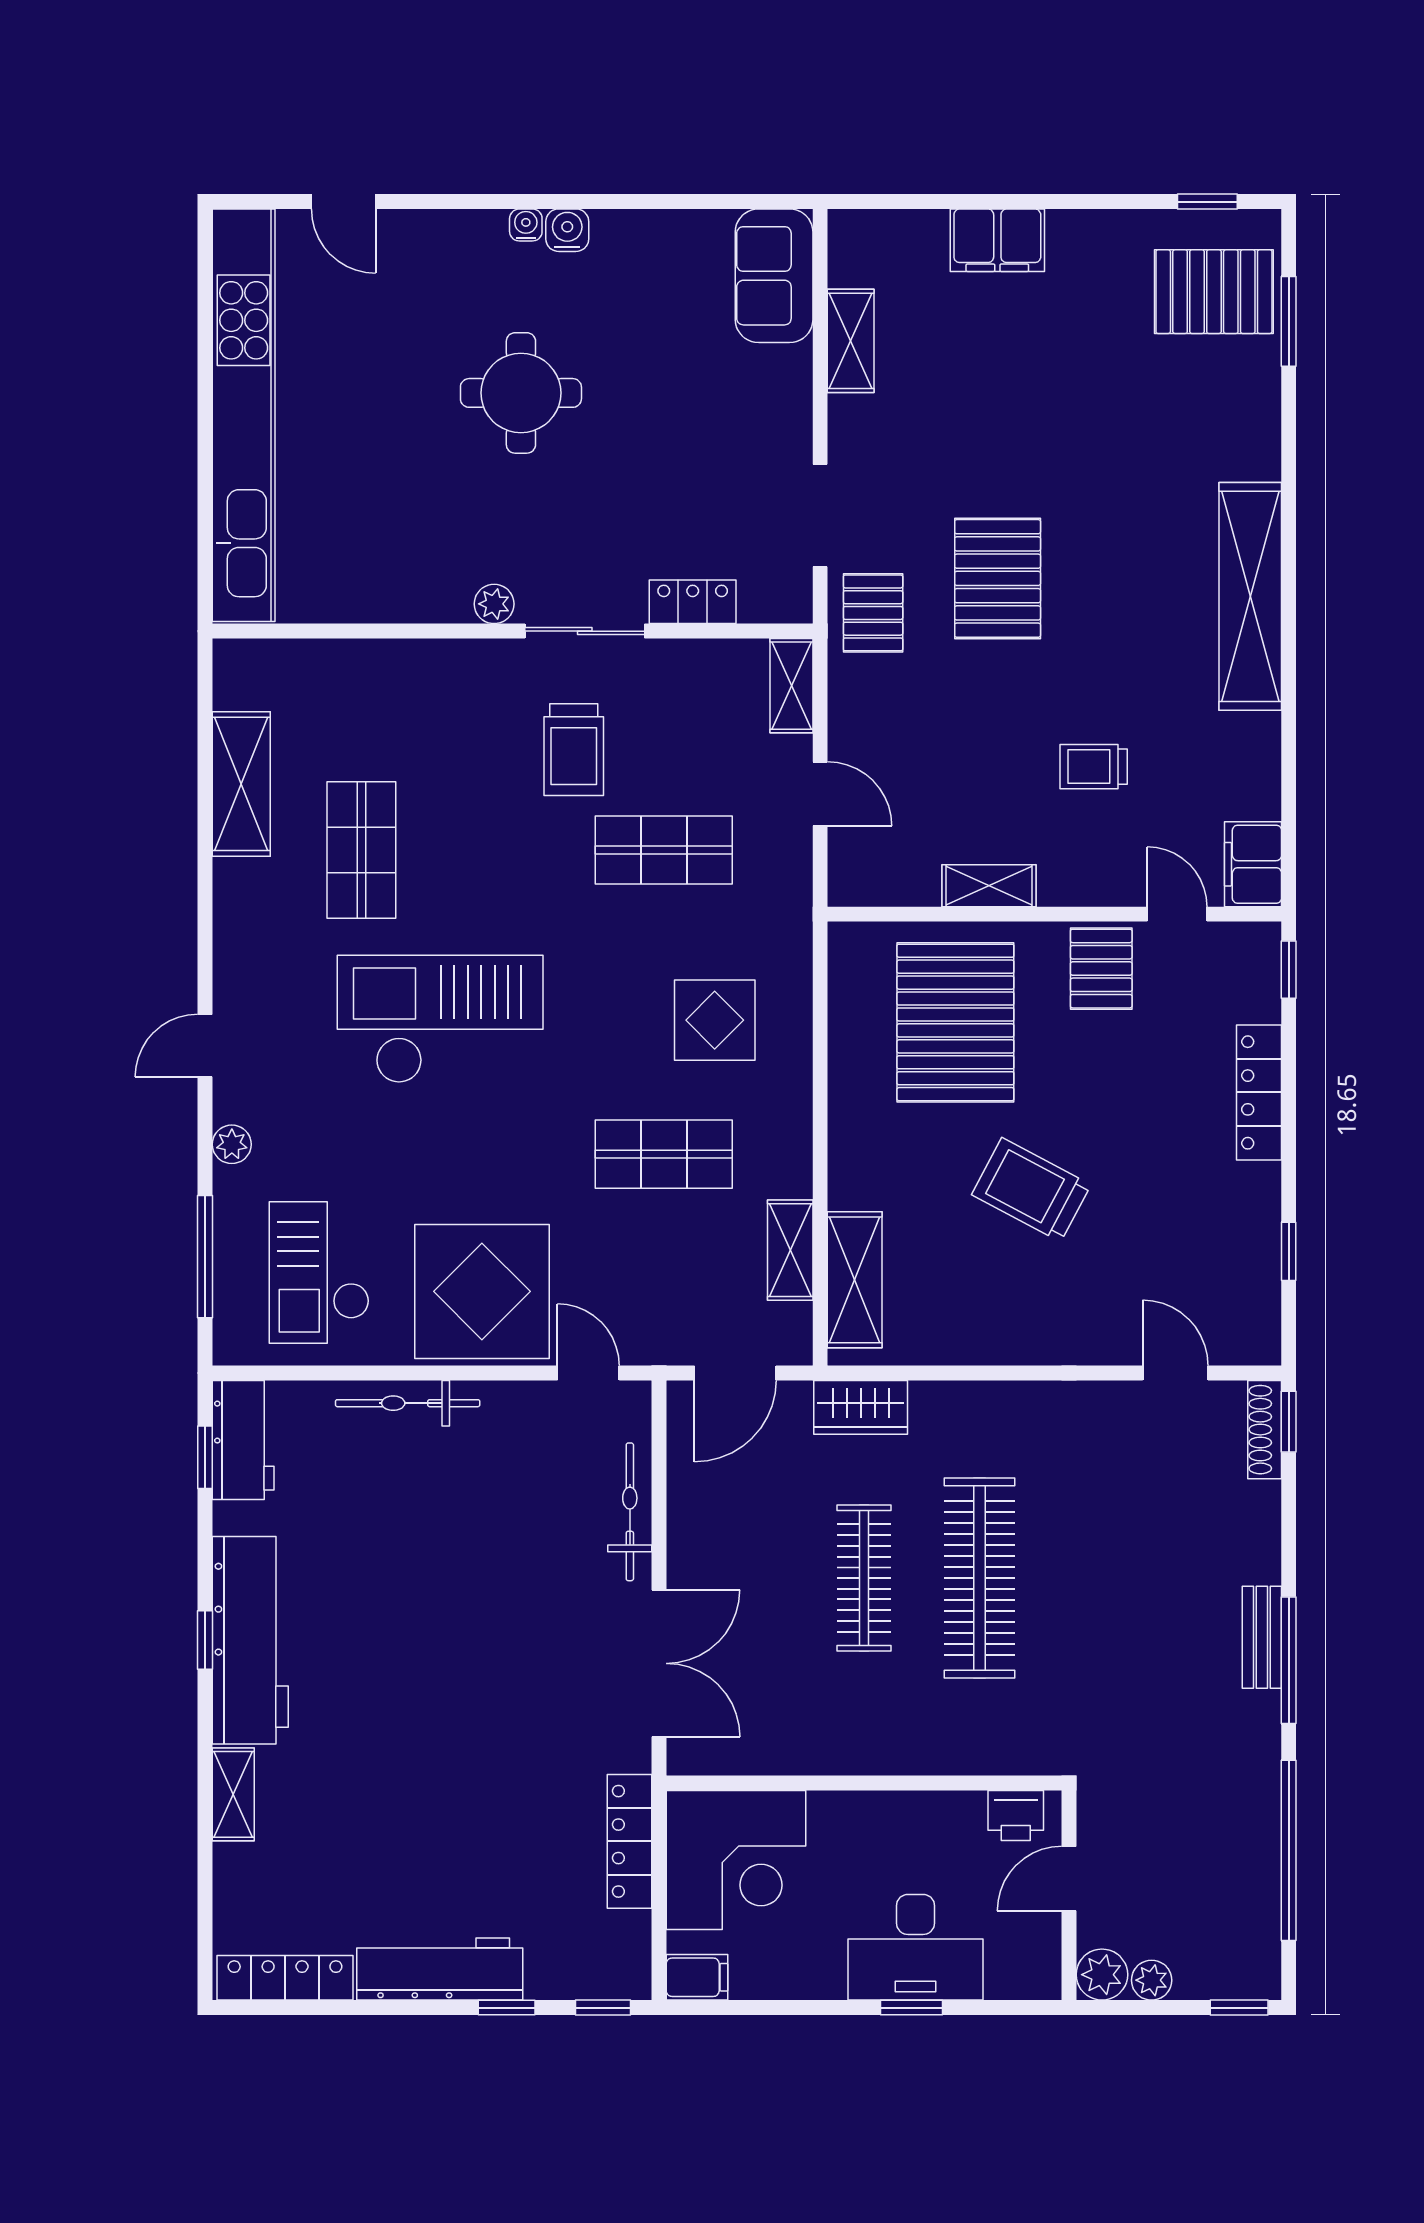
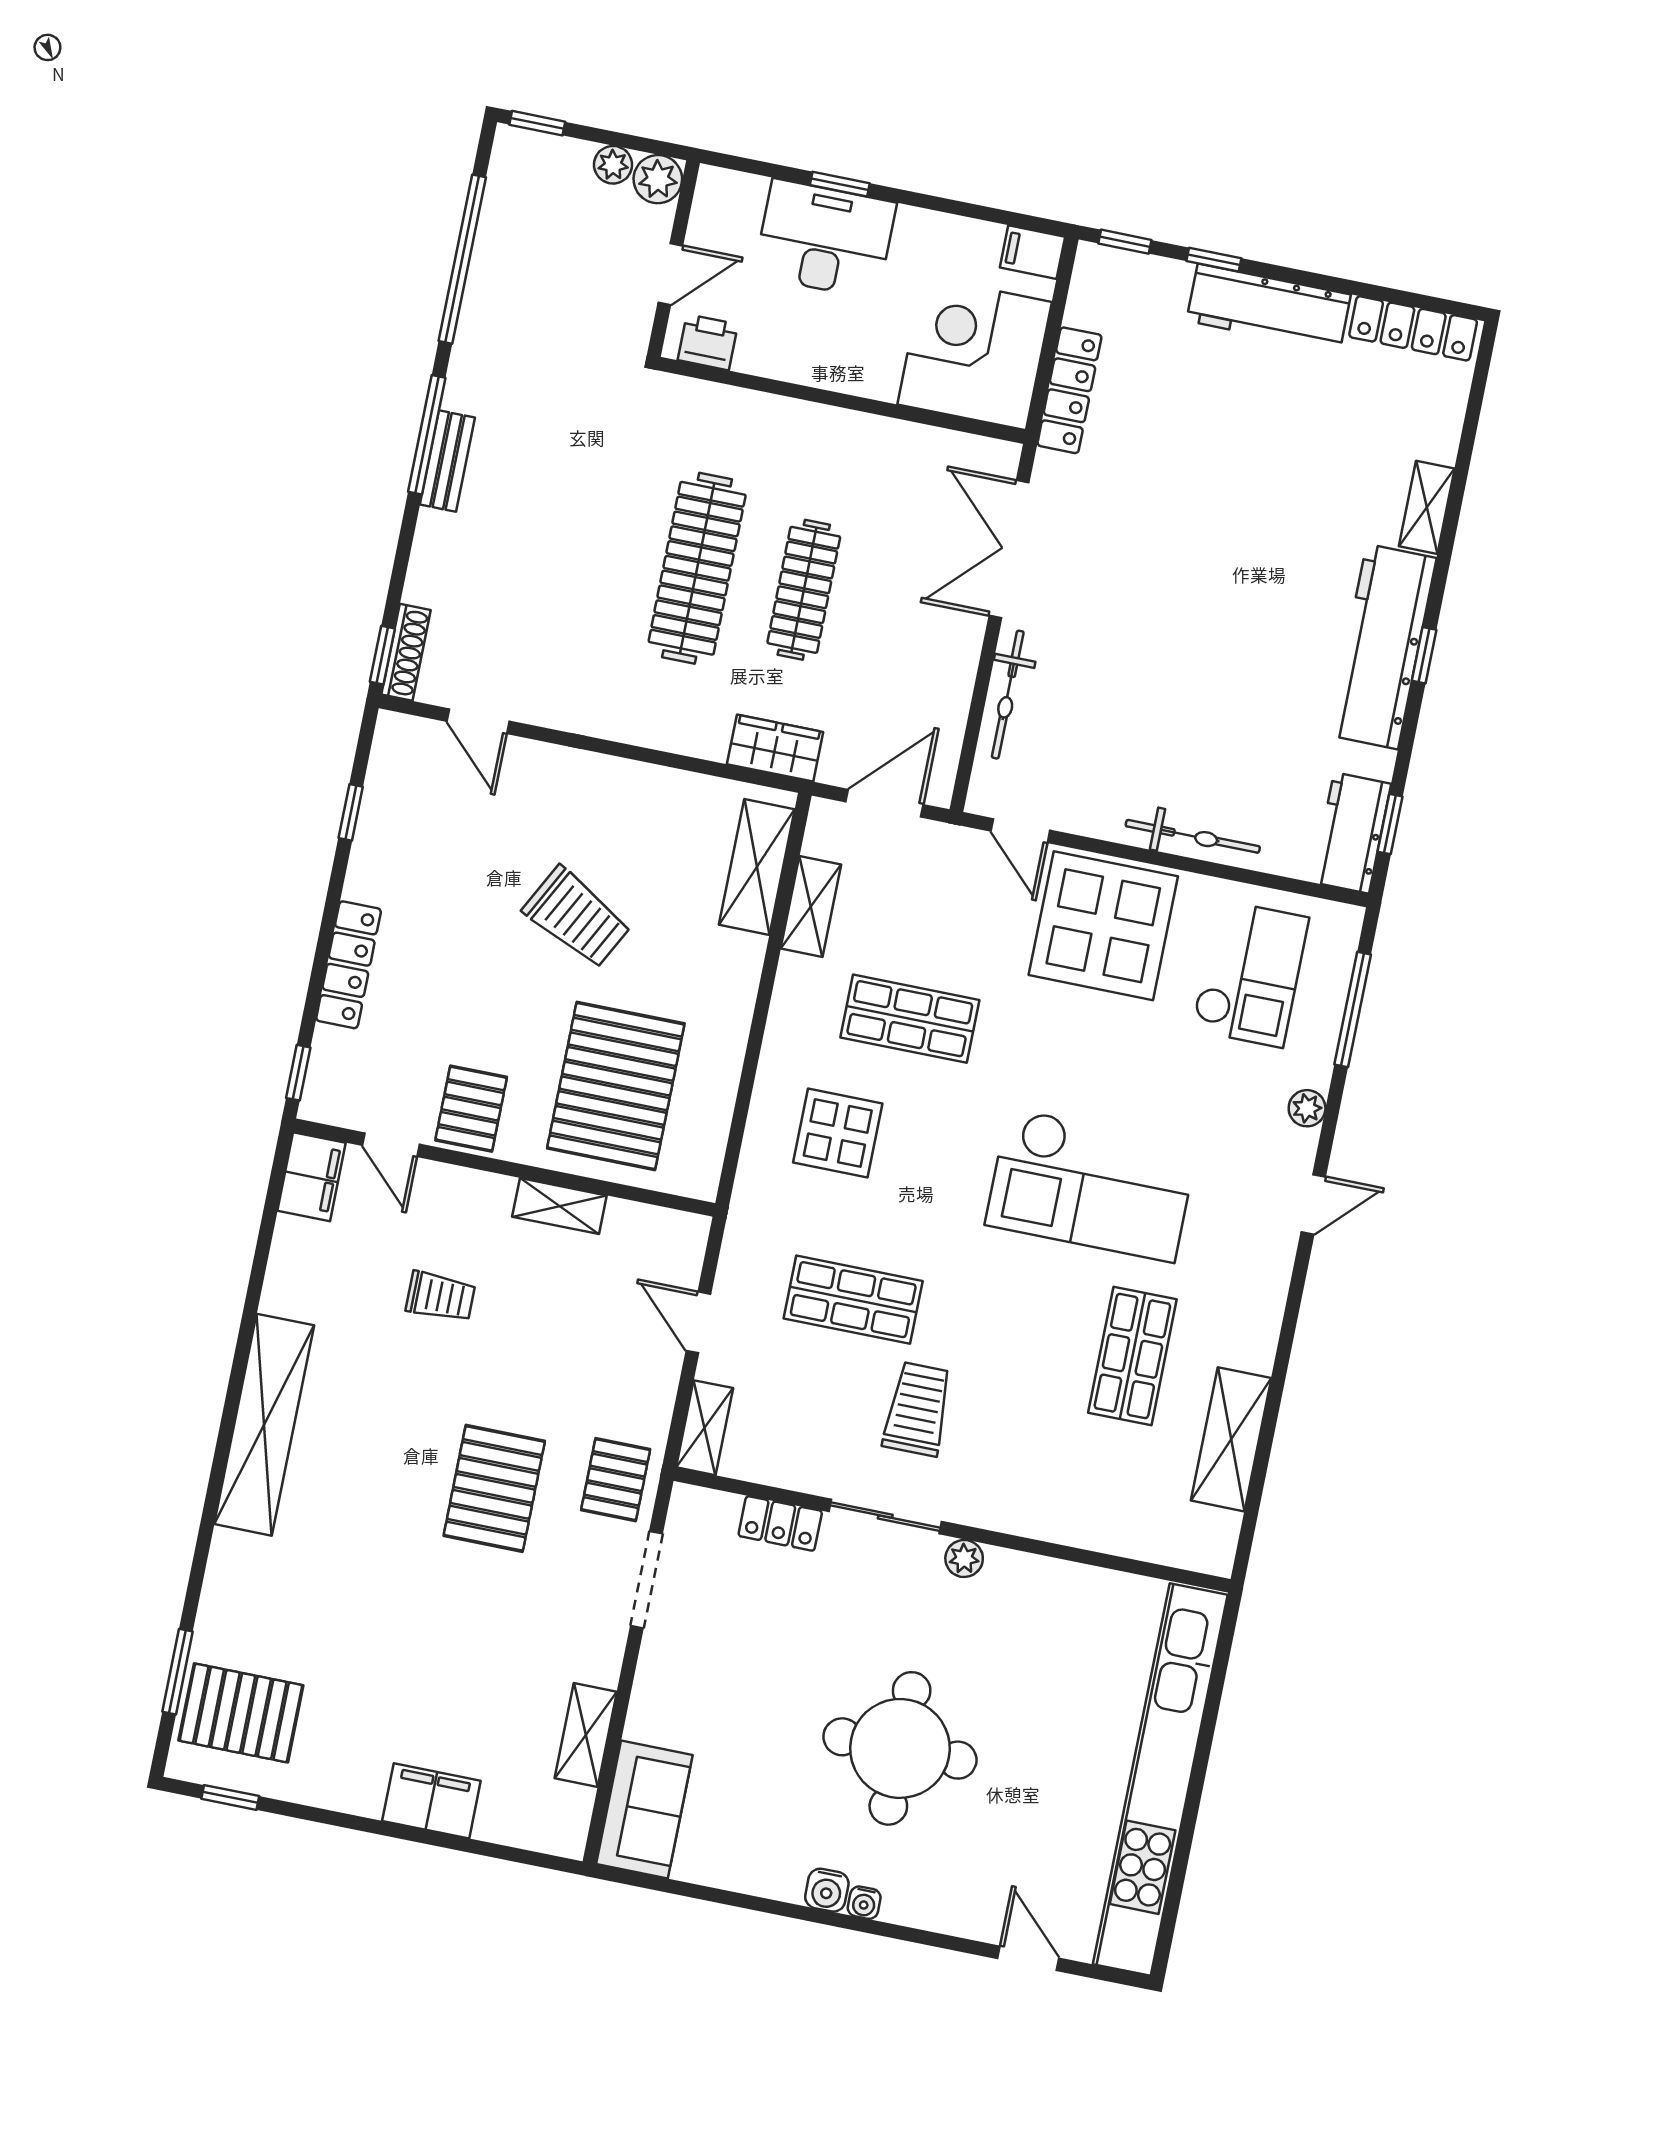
round table: (521, 393) -> (900, 1748), width x1.36, depth x1.36

